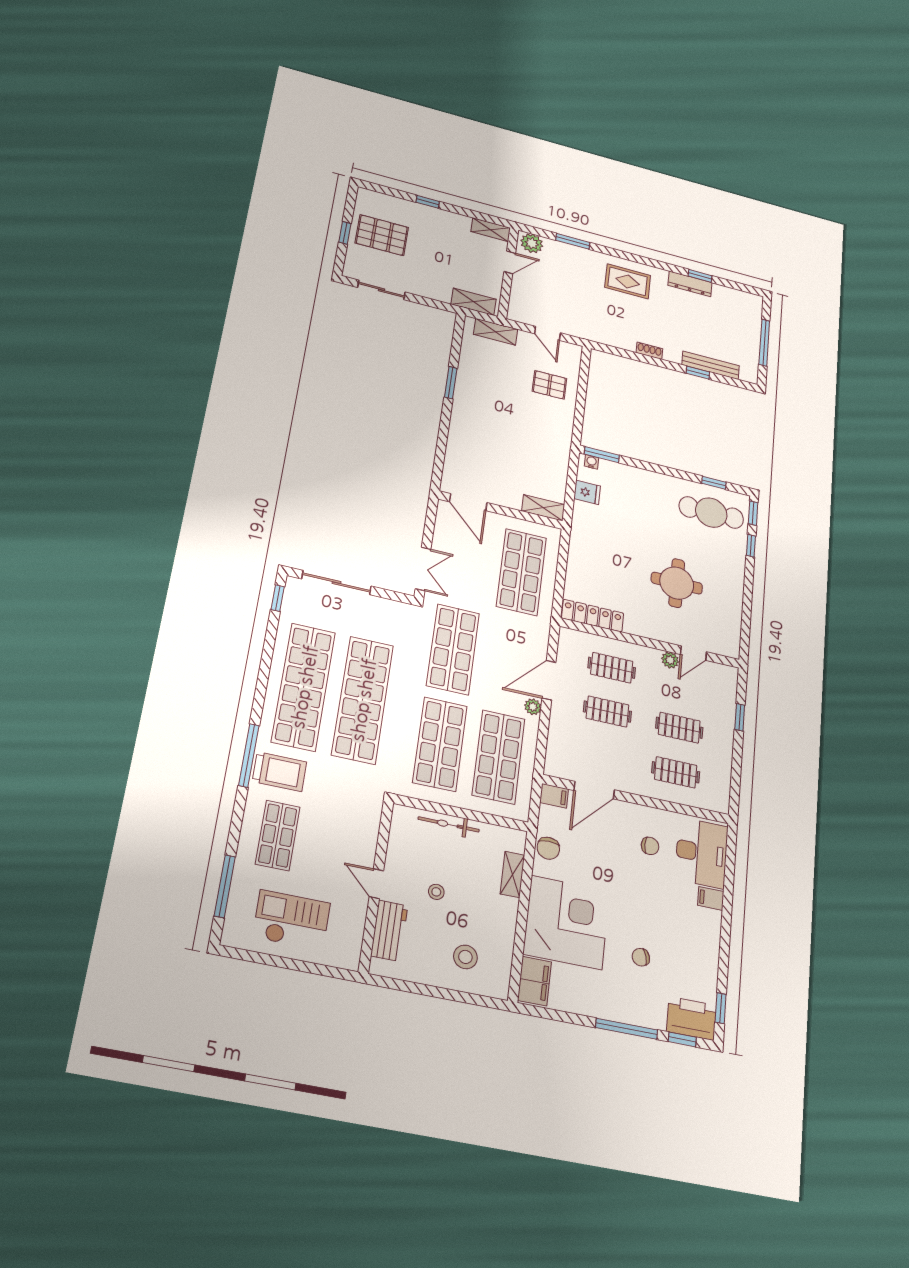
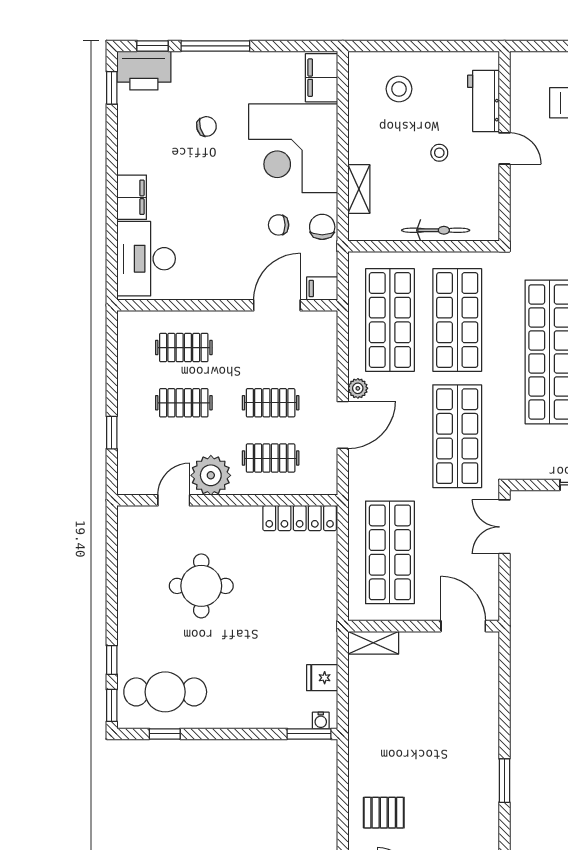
plant: (670, 660) -> (211, 475), width x1.87, depth x1.87
chair: (650, 846) -> (279, 225), moved
filing cabinet: (711, 898) -> (132, 197), width x2.00

